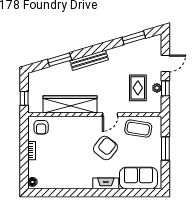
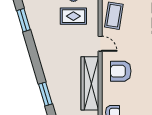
bench: (89, 60) -> (46, 65), removed
armchair: (105, 148) -> (121, 71), moved, turned -39

